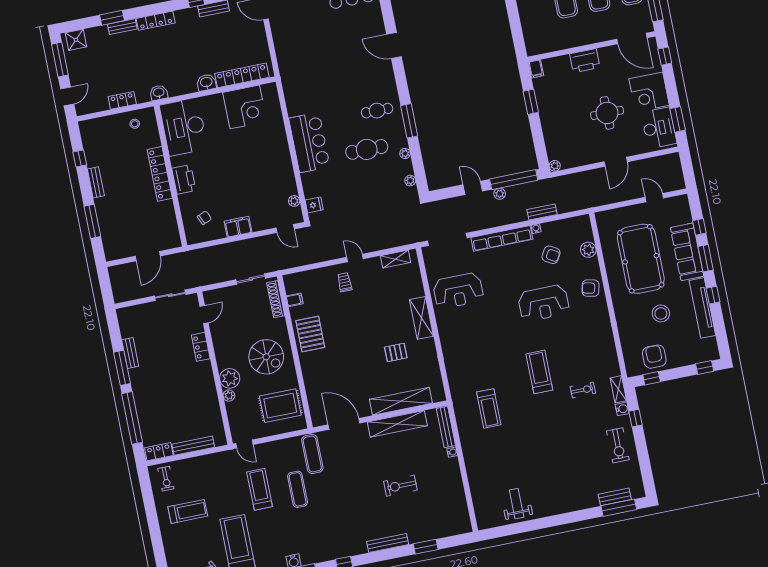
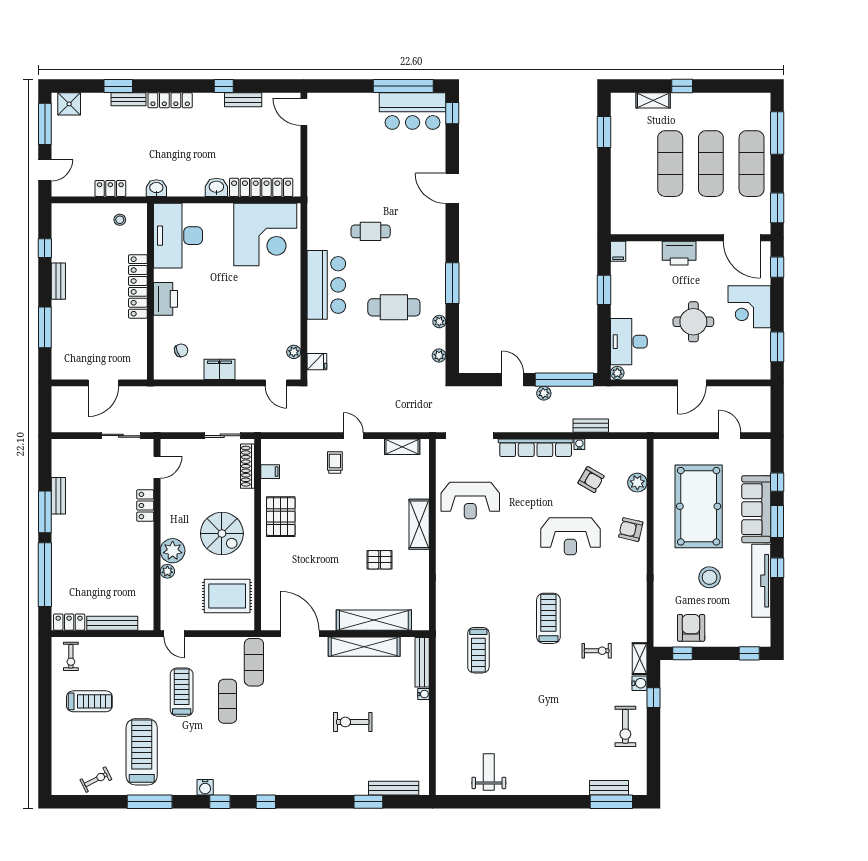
corner desk: (245, 107) -> (265, 235), width x1.36, depth x1.36
cafe table: (377, 111) -> (371, 231), moved
desk: (659, 128) -> (629, 342), moved, turned 180
bench: (388, 543) -> (394, 788), moved

